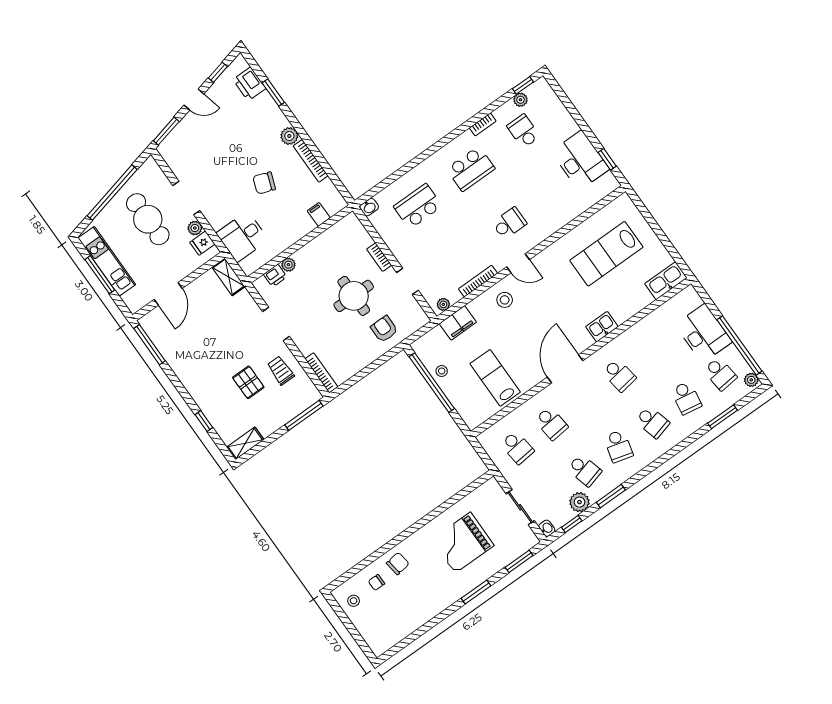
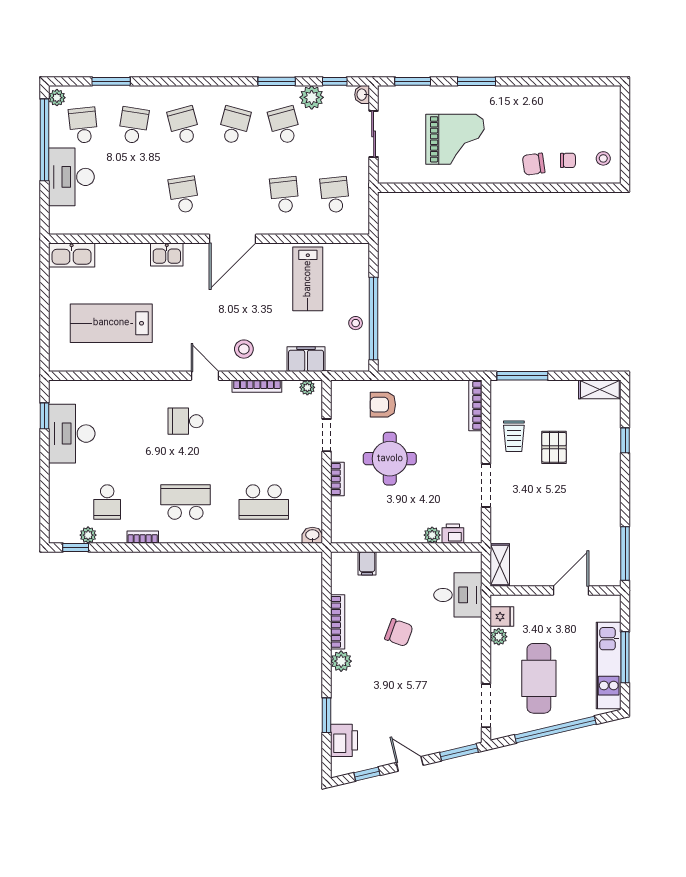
doorway: (186, 198) -> (486, 706), moved
lab bench: (606, 254) -> (111, 323), turned 180
armchair: (384, 329) -> (383, 405), turned 90

